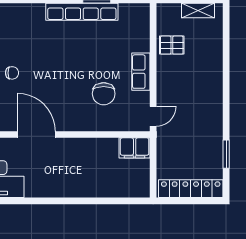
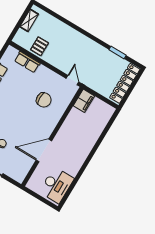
row of seats: (141, 72) -> (27, 62), moved

